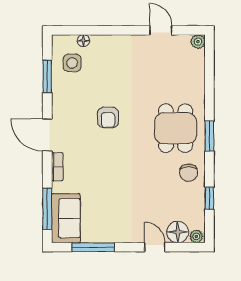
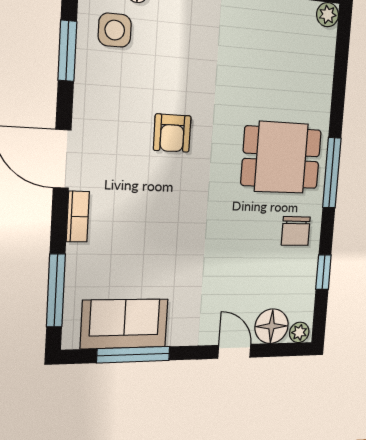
dining table: (176, 128) -> (281, 157), turned 90
window: (209, 136) -> (332, 173), width x1.44
sofa: (66, 218) -> (124, 324), moved, turned -90

